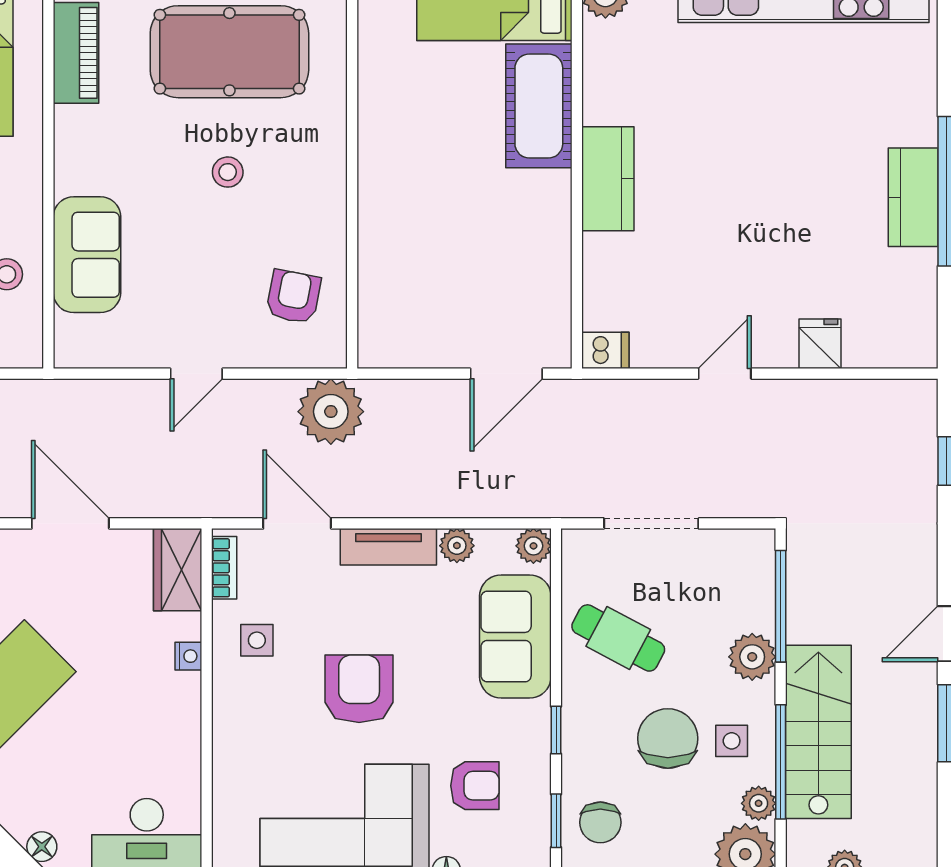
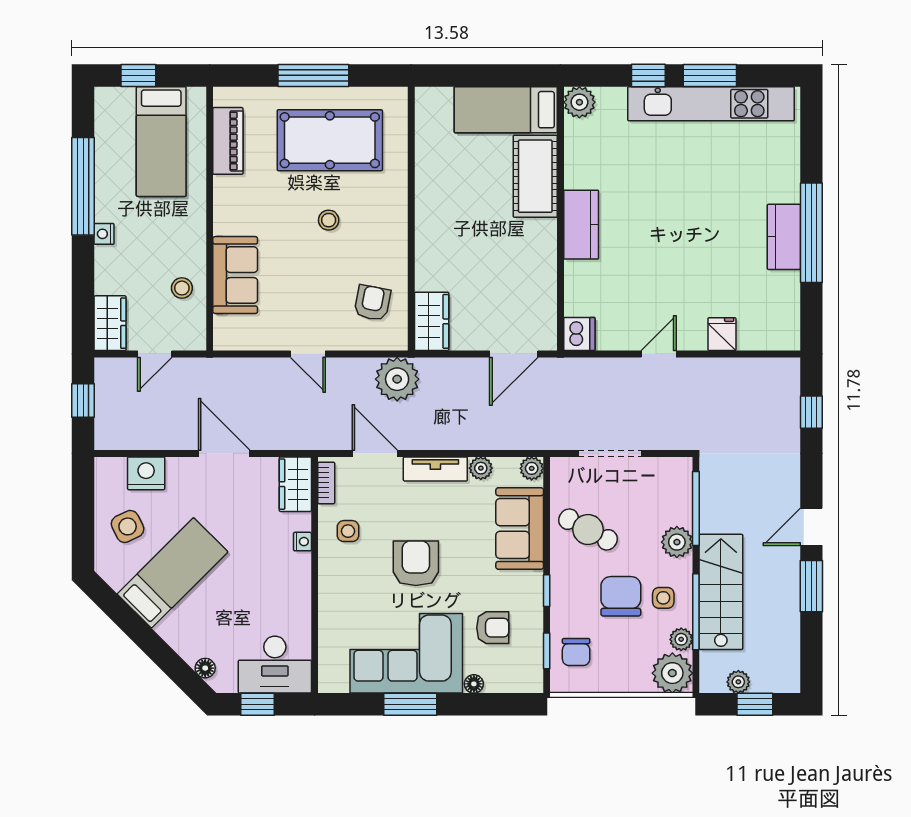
wardrobe: (383, 325) -> (432, 321), added
dishwasher: (605, 350) -> (579, 334), width x1.38
door: (196, 374) -> (308, 354), hinge flipped

